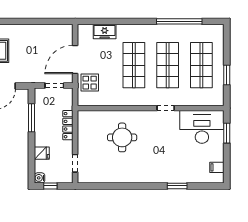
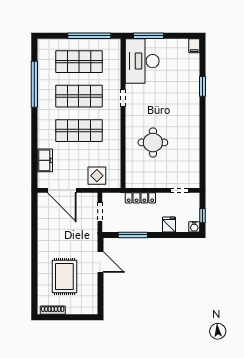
door: (75, 59) -> (62, 190), moved
window: (227, 75) -> (89, 36), width x2.11
window: (227, 133) -> (149, 36), width x1.44
filing cabinet: (217, 167) -> (194, 46), moved

